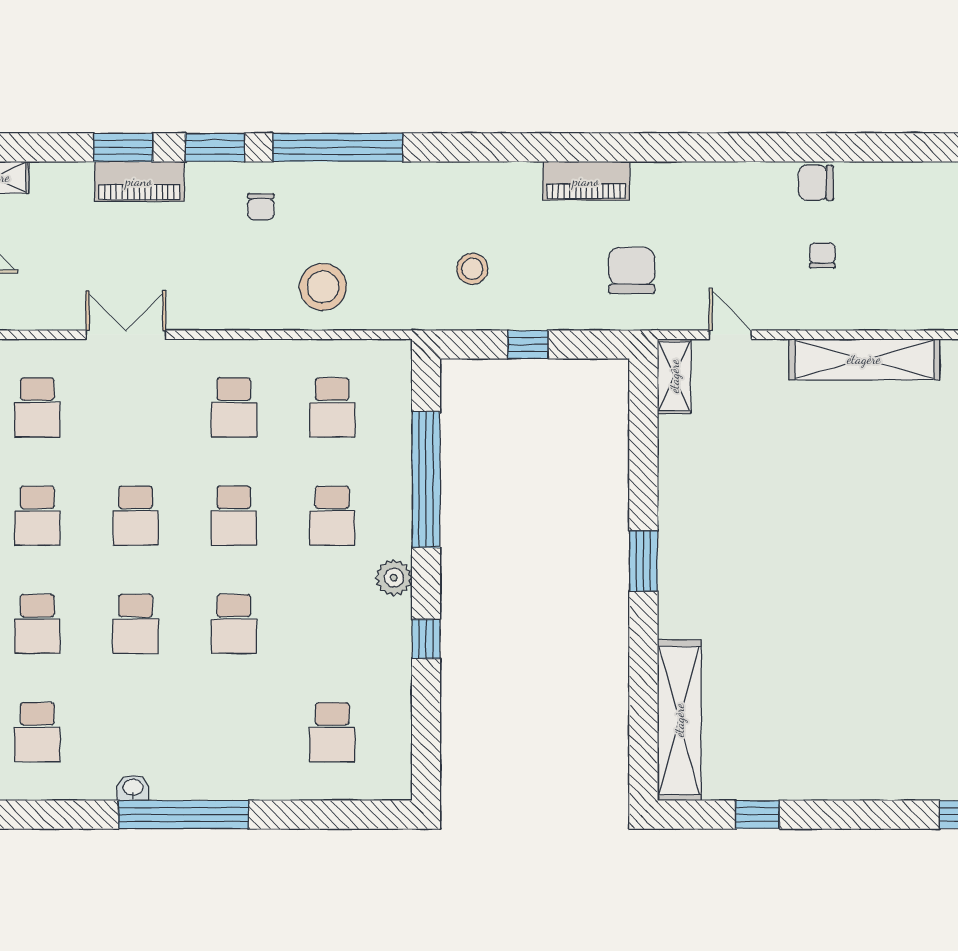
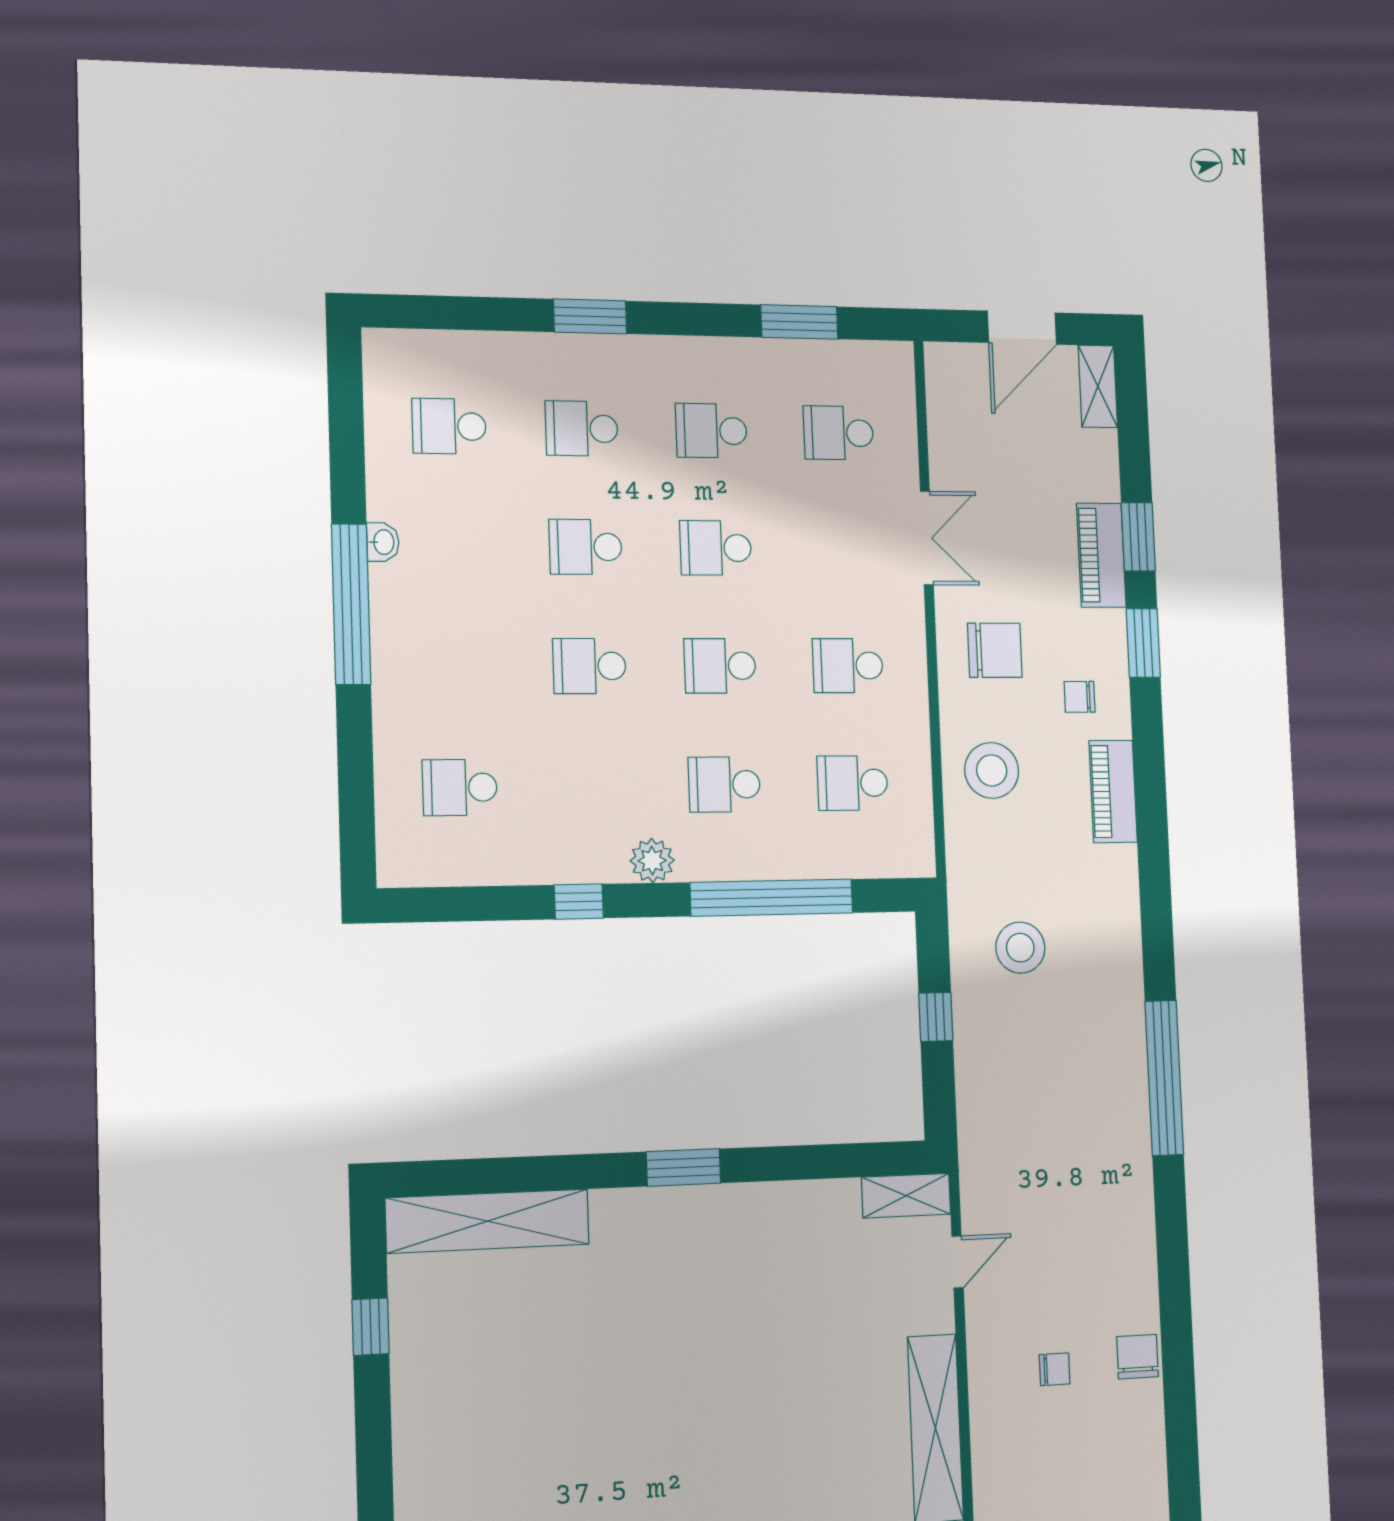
window: (338, 147) -> (1164, 1078), moved
piano: (586, 181) -> (1113, 791), moved
stool: (472, 269) -> (1020, 948), width x1.38, depth x1.38
chair: (632, 270) -> (995, 650), moved

